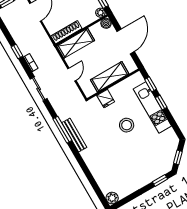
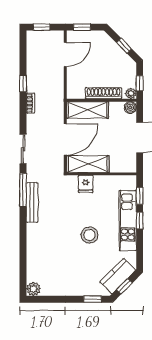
shoe rack: (66, 32) -> (104, 93), moved
door: (72, 75) -> (65, 139), width x1.87
shelving: (110, 77) -> (88, 164), moved
sliding door: (39, 89) -> (23, 149), moved
stool: (127, 125) -> (89, 235), moved
kitchen counter: (169, 153) -> (118, 276), added

